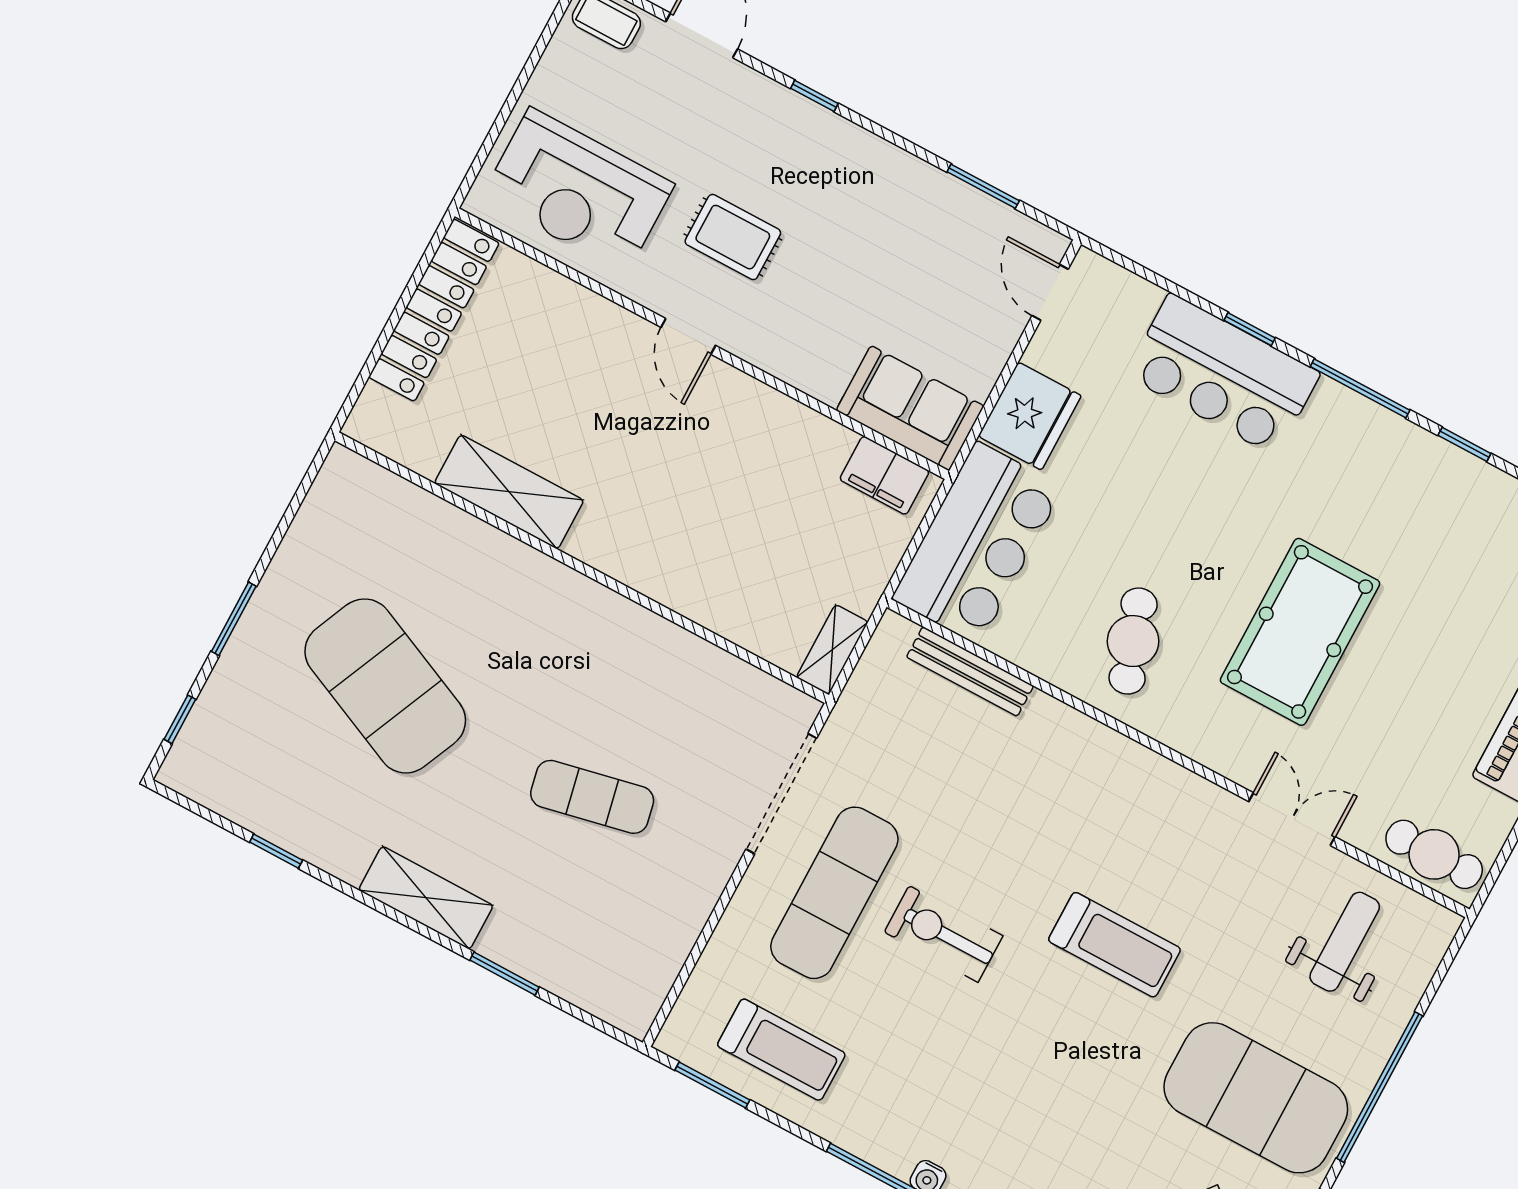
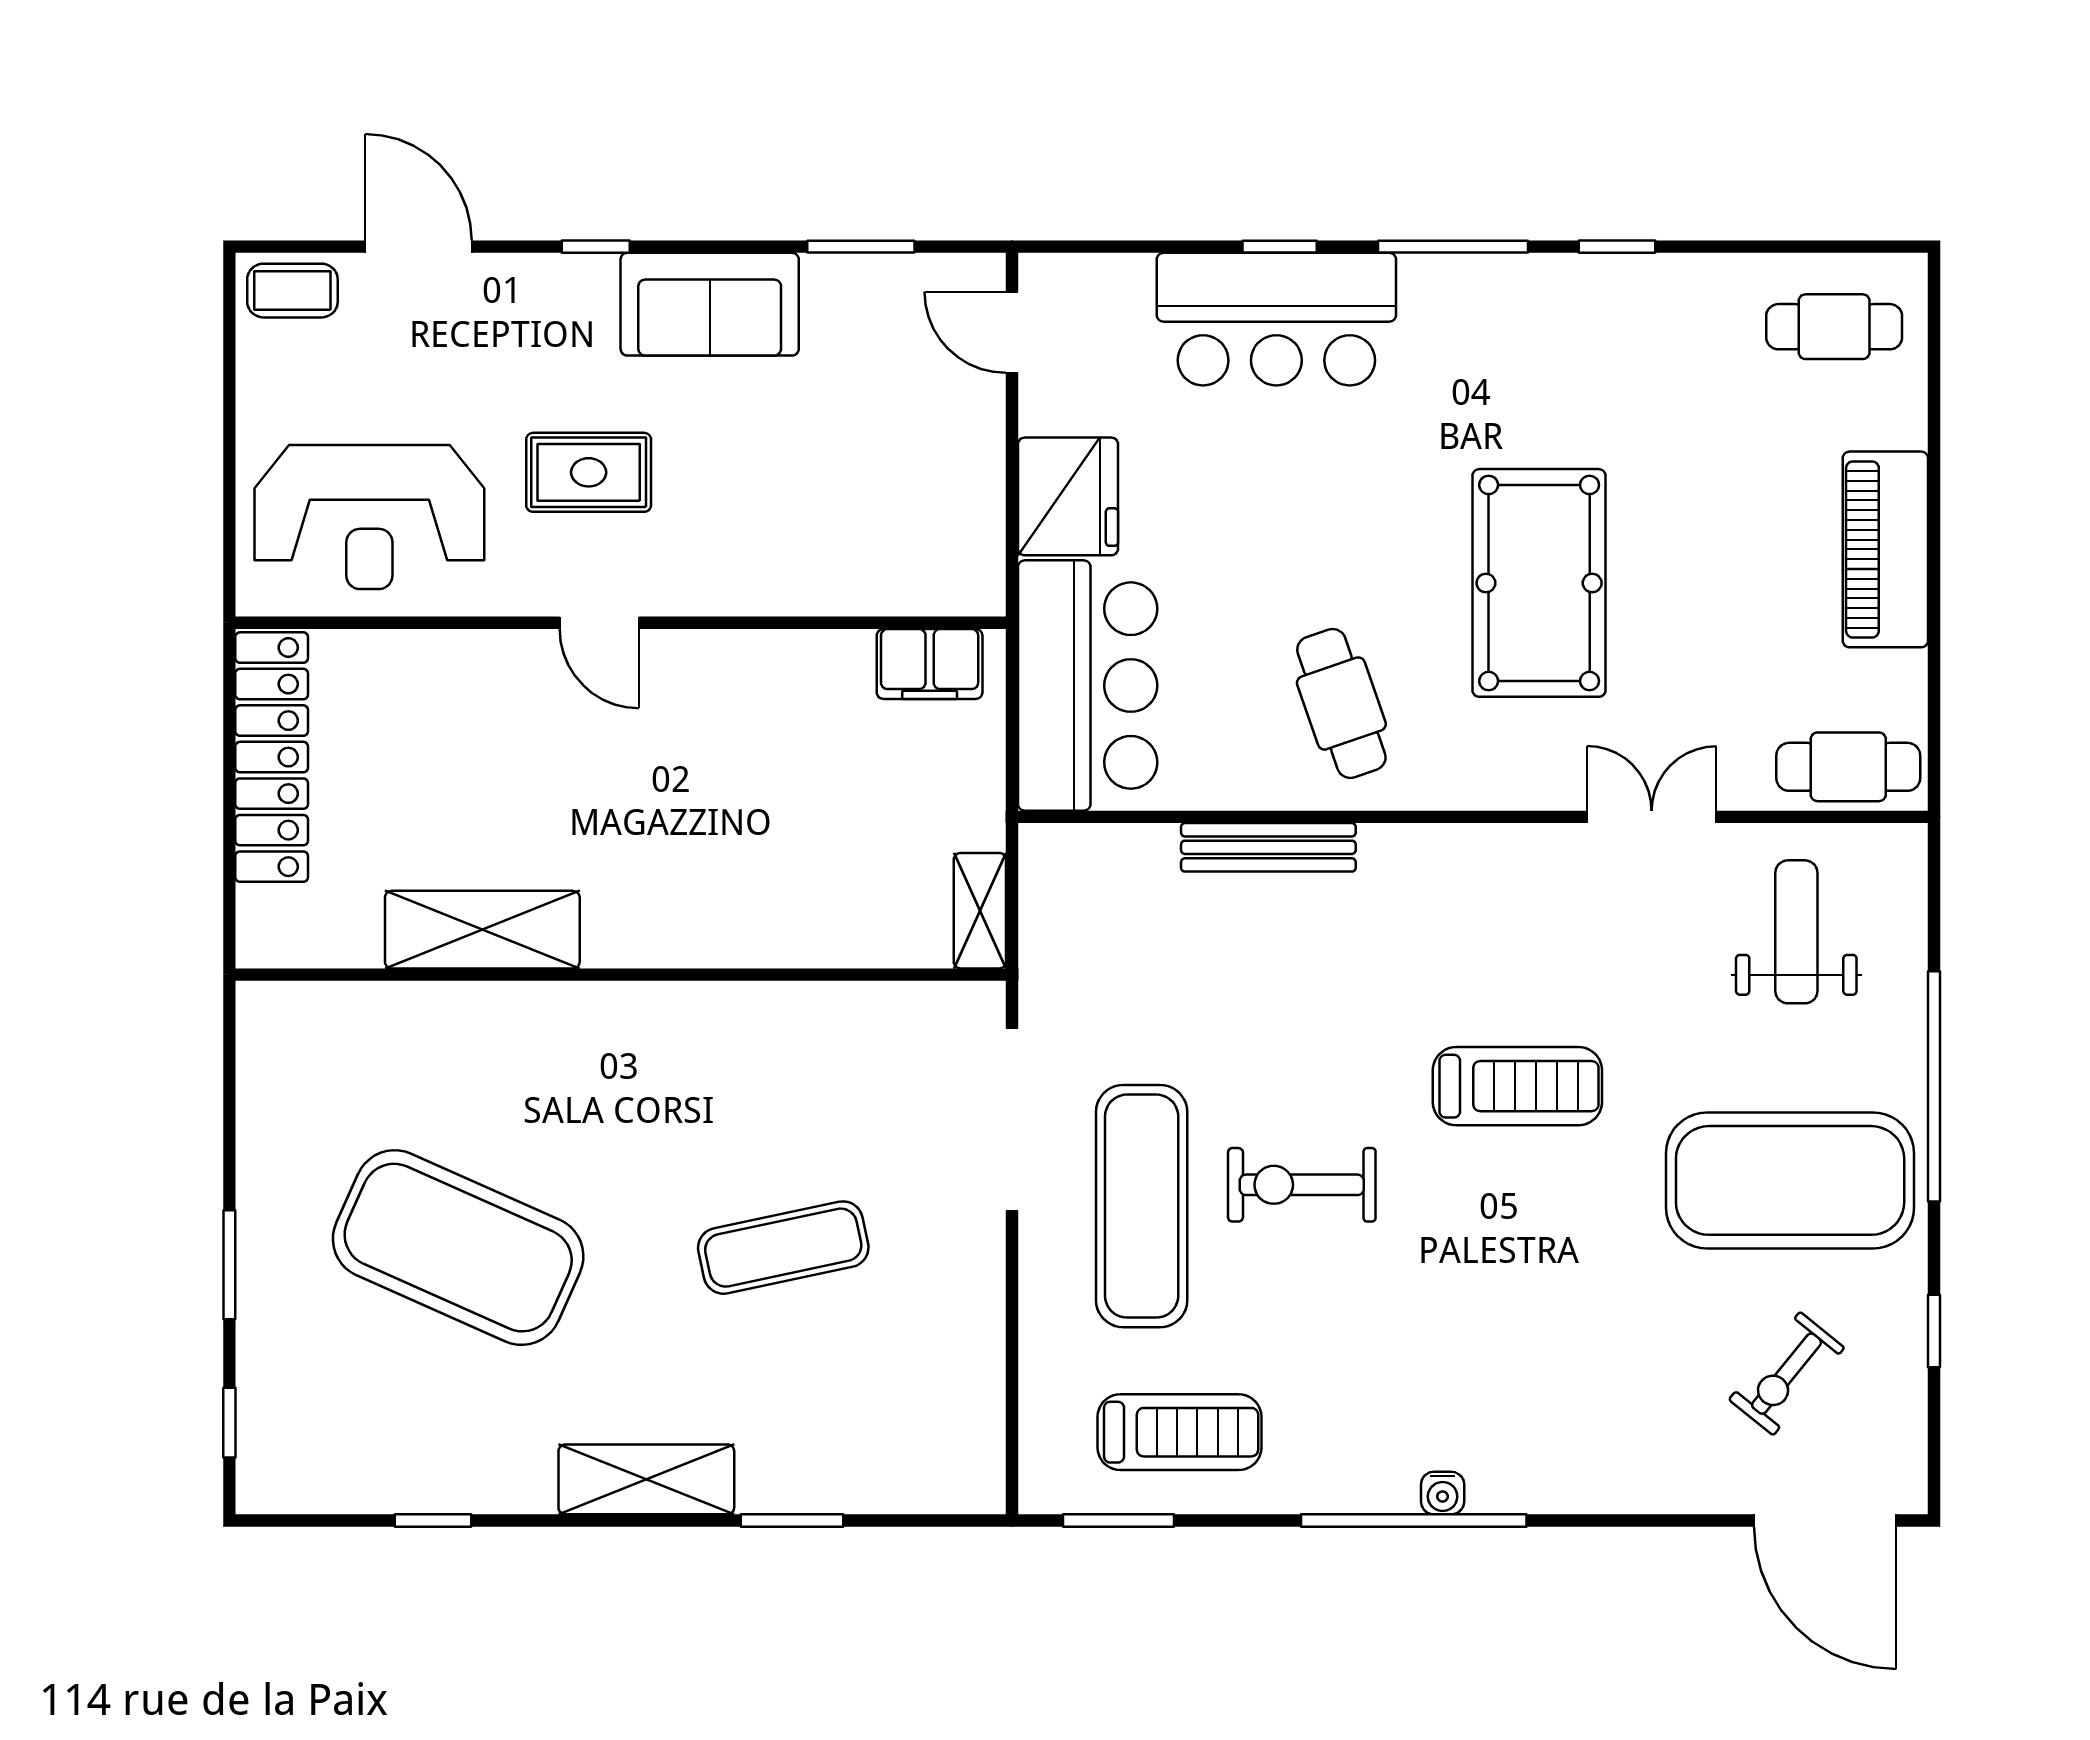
sofa: (910, 408) -> (710, 304), moved, turned 180
bench: (970, 672) -> (1268, 847), moved

